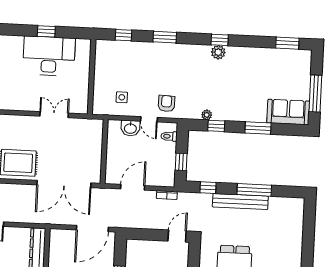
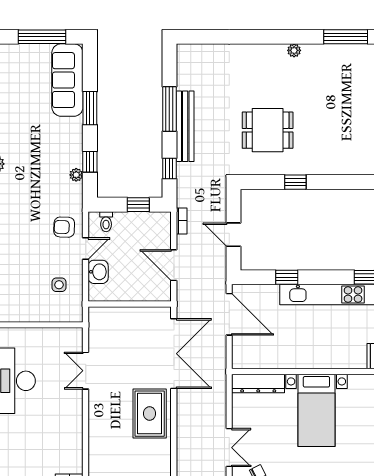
sofa: (288, 112) -> (67, 80), width x1.36
door: (177, 236) -> (233, 235), moved

